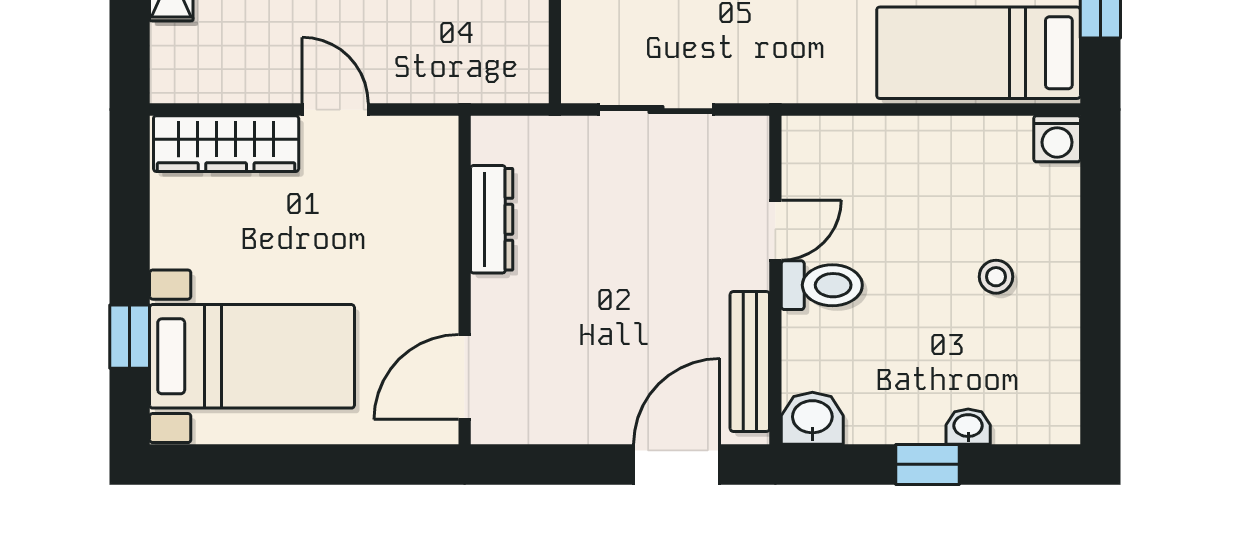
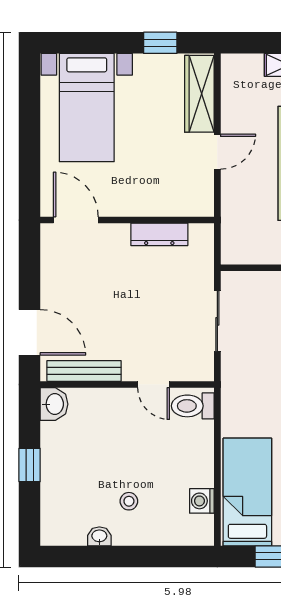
washing machine: (1057, 139) -> (202, 501), moved
toilet: (822, 285) -> (193, 406), moved, turned 90
window: (130, 337) -> (160, 43), moved
washbasin: (968, 427) -> (99, 536), moved, turned -90

